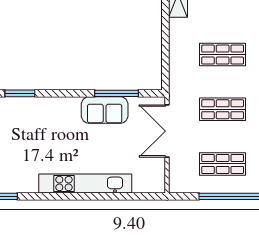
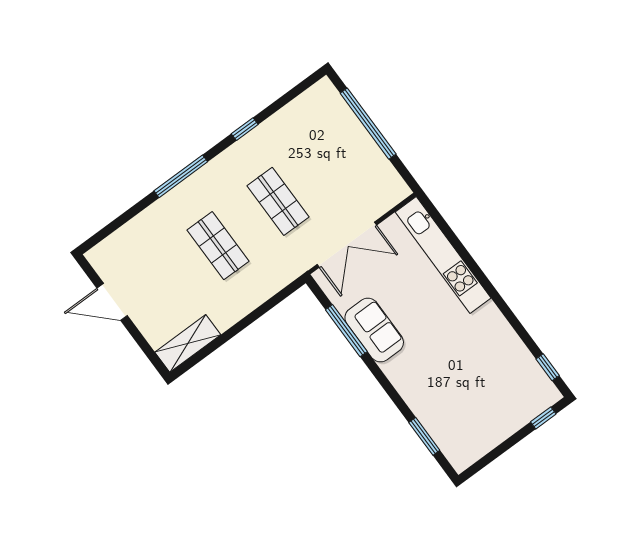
shop shelf: (223, 164) -> (338, 157), removed
kitchen unit: (85, 183) -> (443, 255), moved

